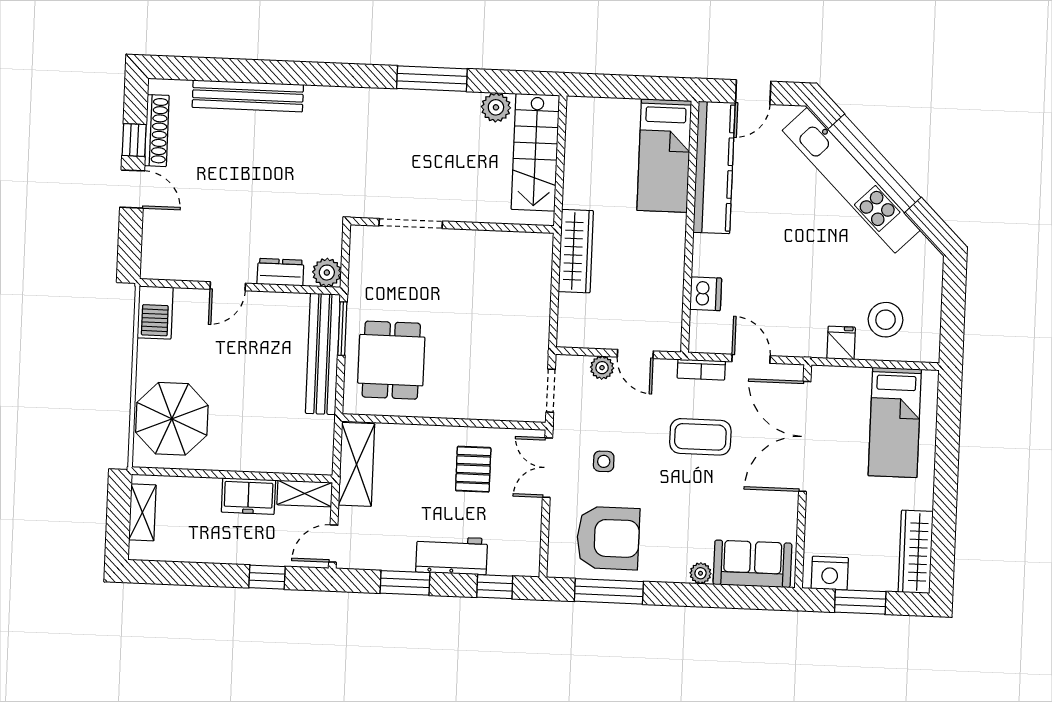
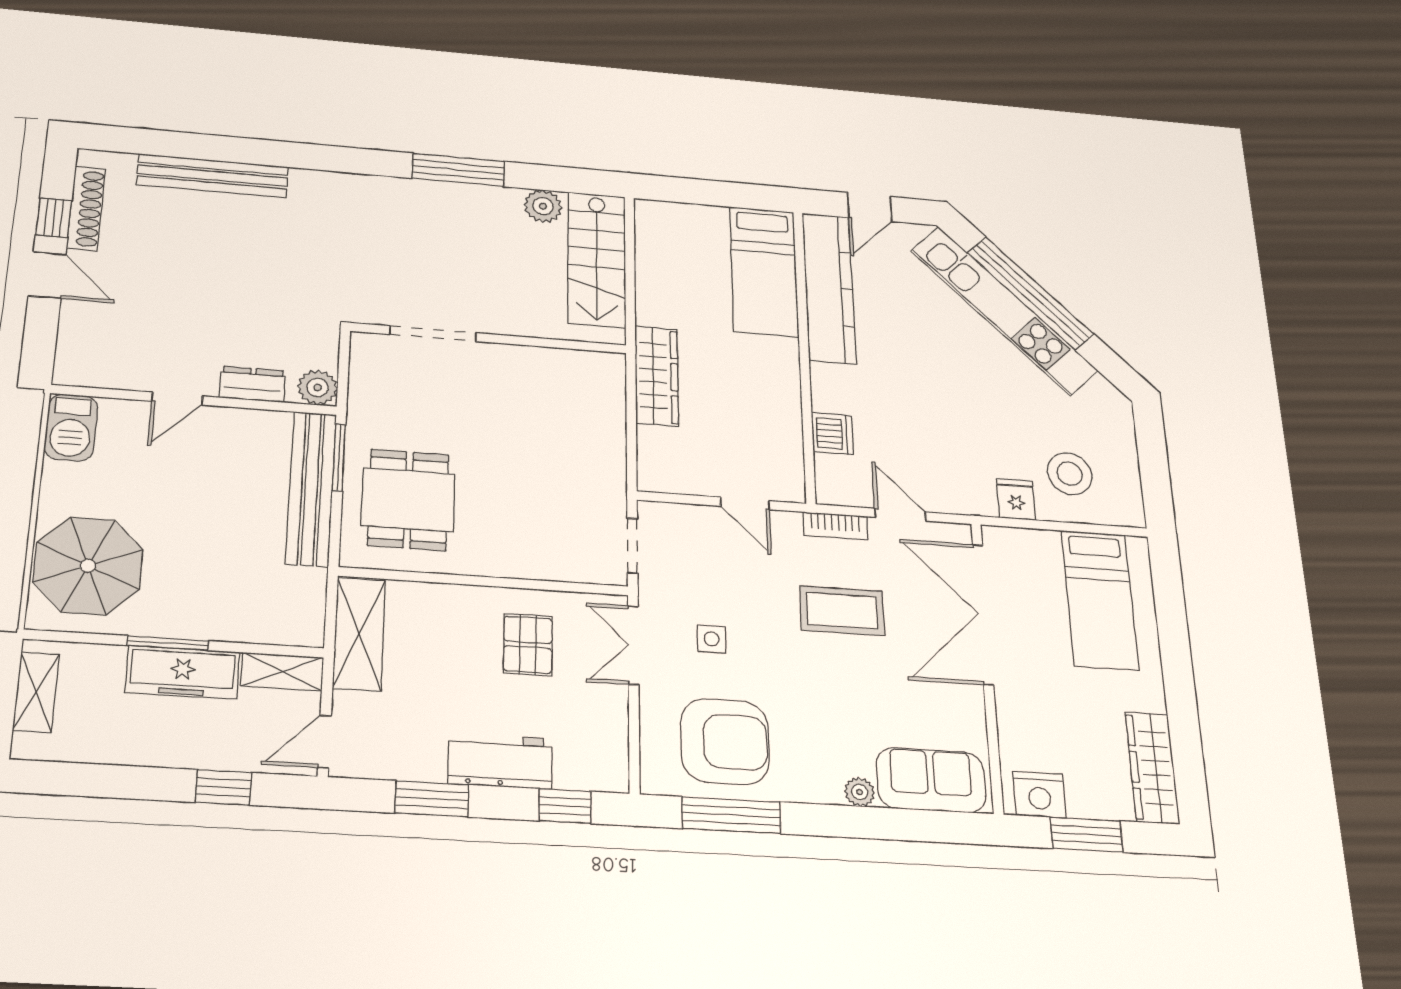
plant: (602, 368) -> (701, 519), removed
window: (227, 475) -> (168, 643), added
freezer: (248, 496) -> (183, 672), width x1.40

